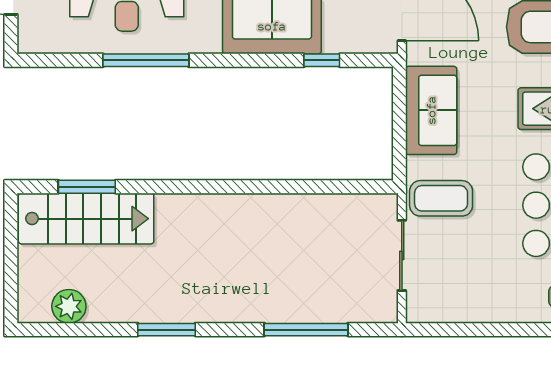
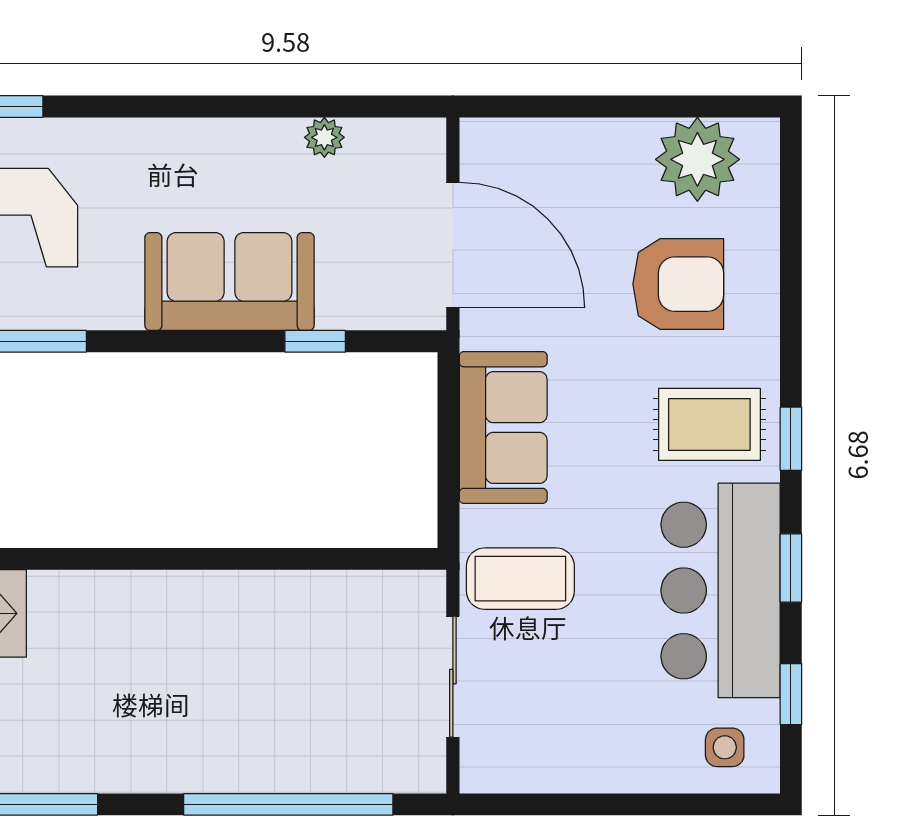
window: (306, 330) -> (288, 804), width x1.46

